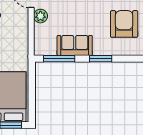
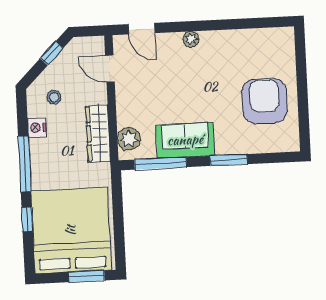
plant: (40, 16) -> (129, 139), moved
wardrobe: (22, 39) -> (98, 133), added

